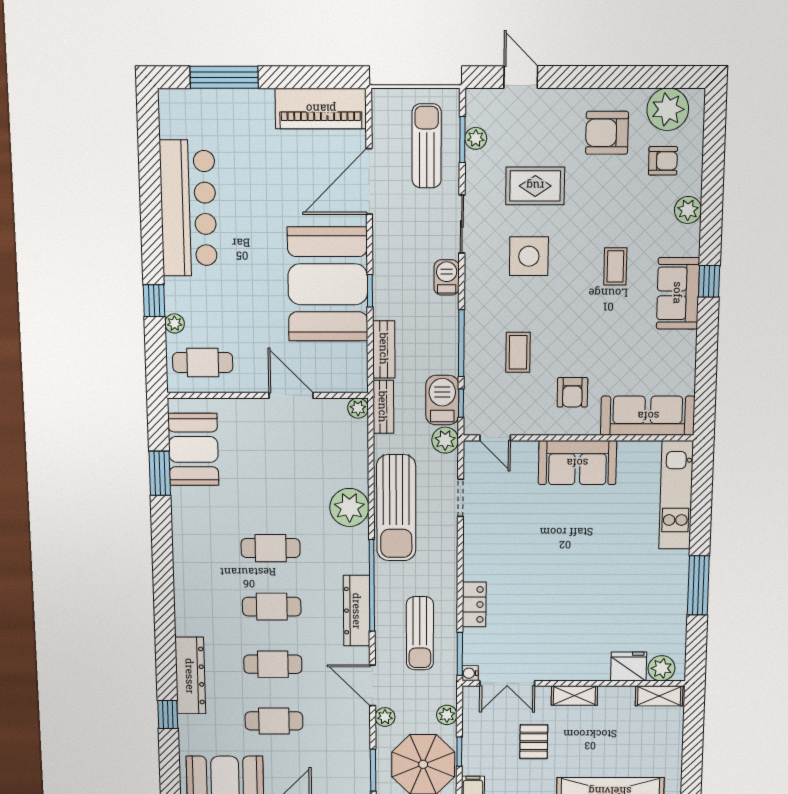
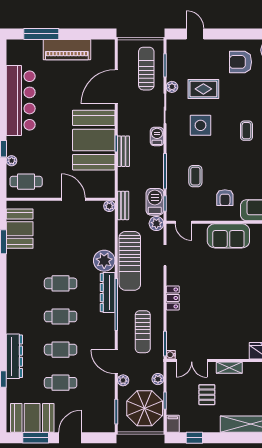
piano: (321, 109) -> (67, 50), moved
plant: (476, 138) -> (172, 87), moved
bench: (384, 349) -> (123, 151), moved
locker: (474, 604) -> (173, 298), moved
dresser: (357, 611) -> (108, 293), moved

